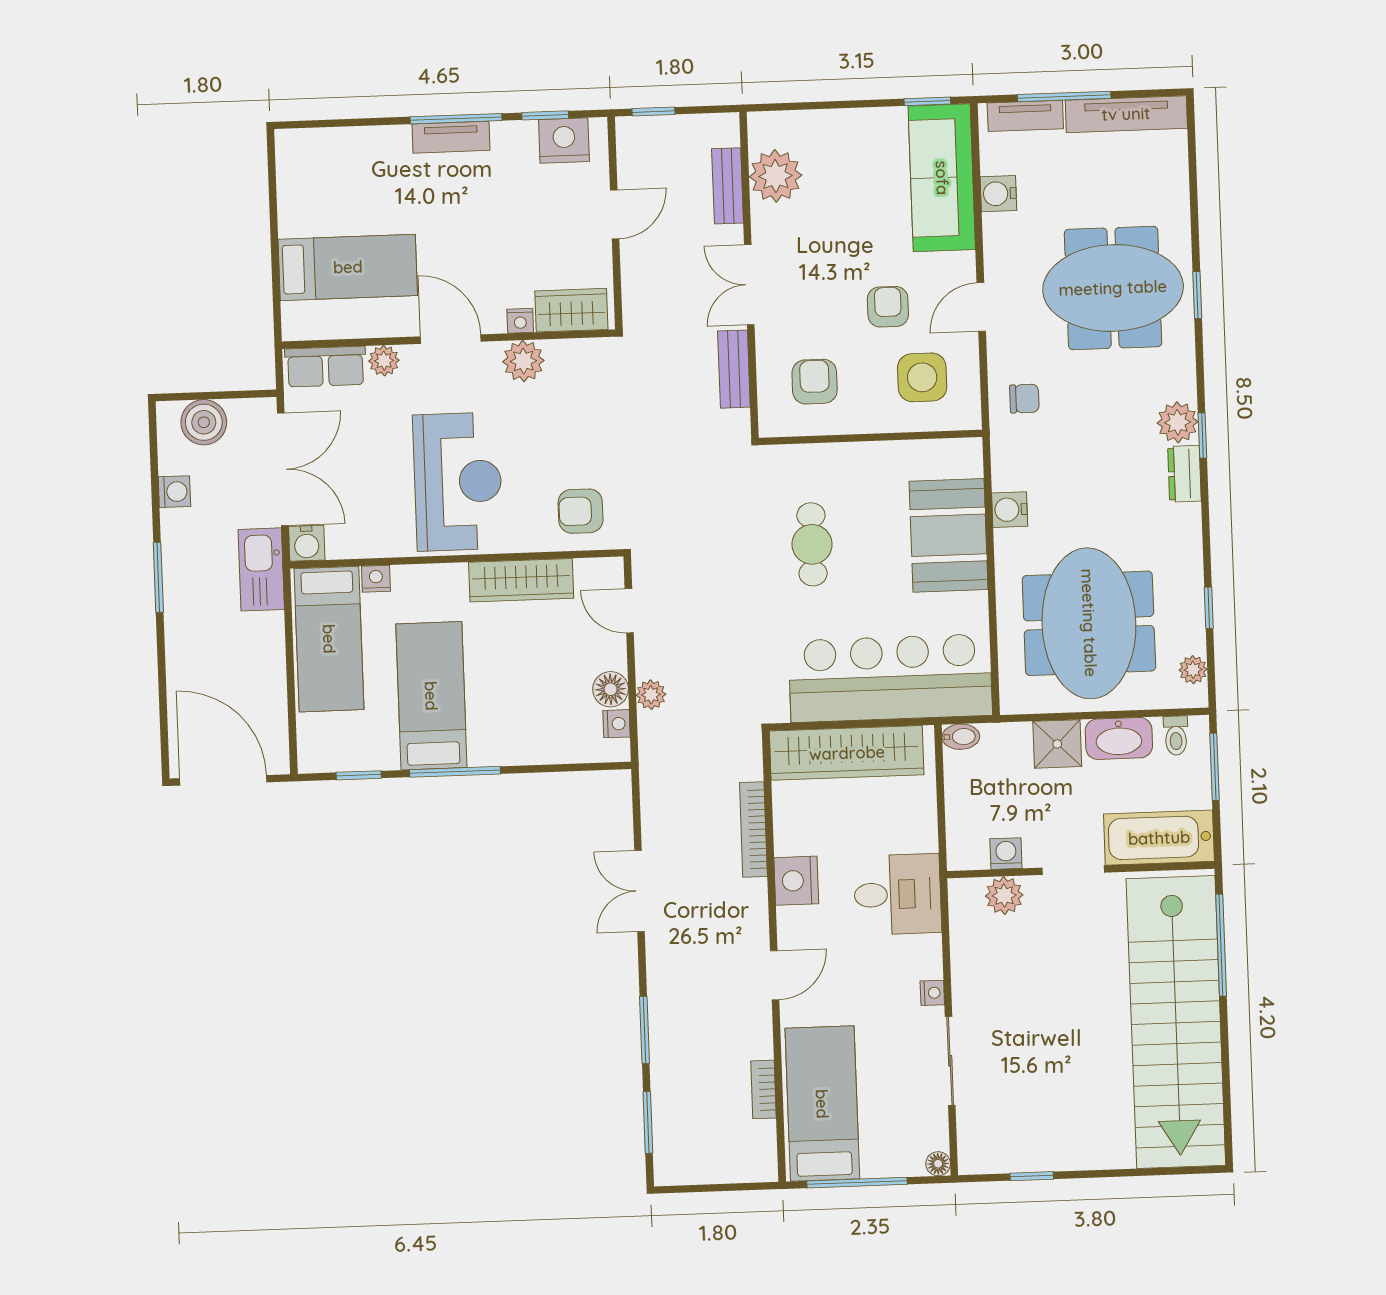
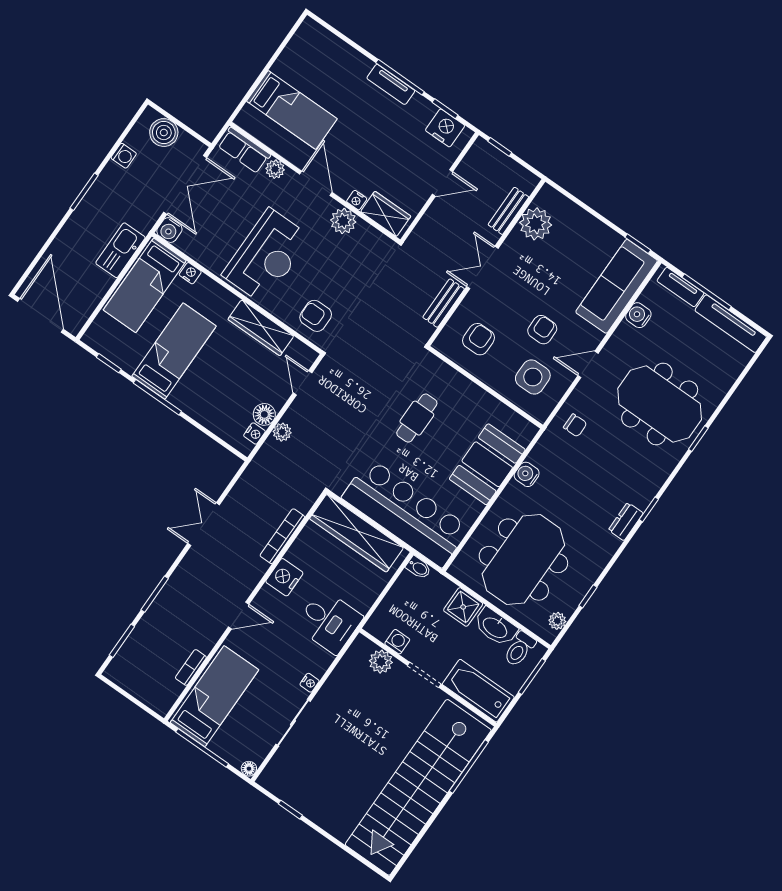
plant: (1178, 422) -> (641, 494), removed
kitchen sink: (261, 569) -> (120, 250), moved
toilet: (1176, 736) -> (520, 649), width x1.37, depth x1.39

